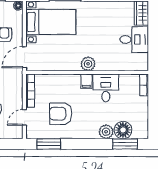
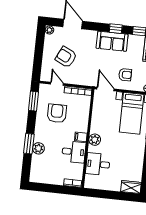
desk: (134, 39) -> (98, 164), moved, turned 90
floor lamp: (123, 130) -> (38, 162), removed
window: (125, 144) -> (29, 144), moved

